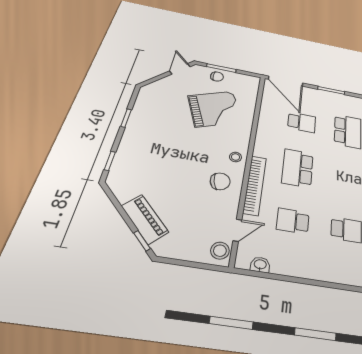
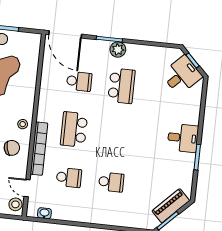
plant: (341, 100) -> (118, 50), added
school desk: (293, 221) -> (69, 178), turned 180
door: (237, 230) -> (27, 188), swing flipped

